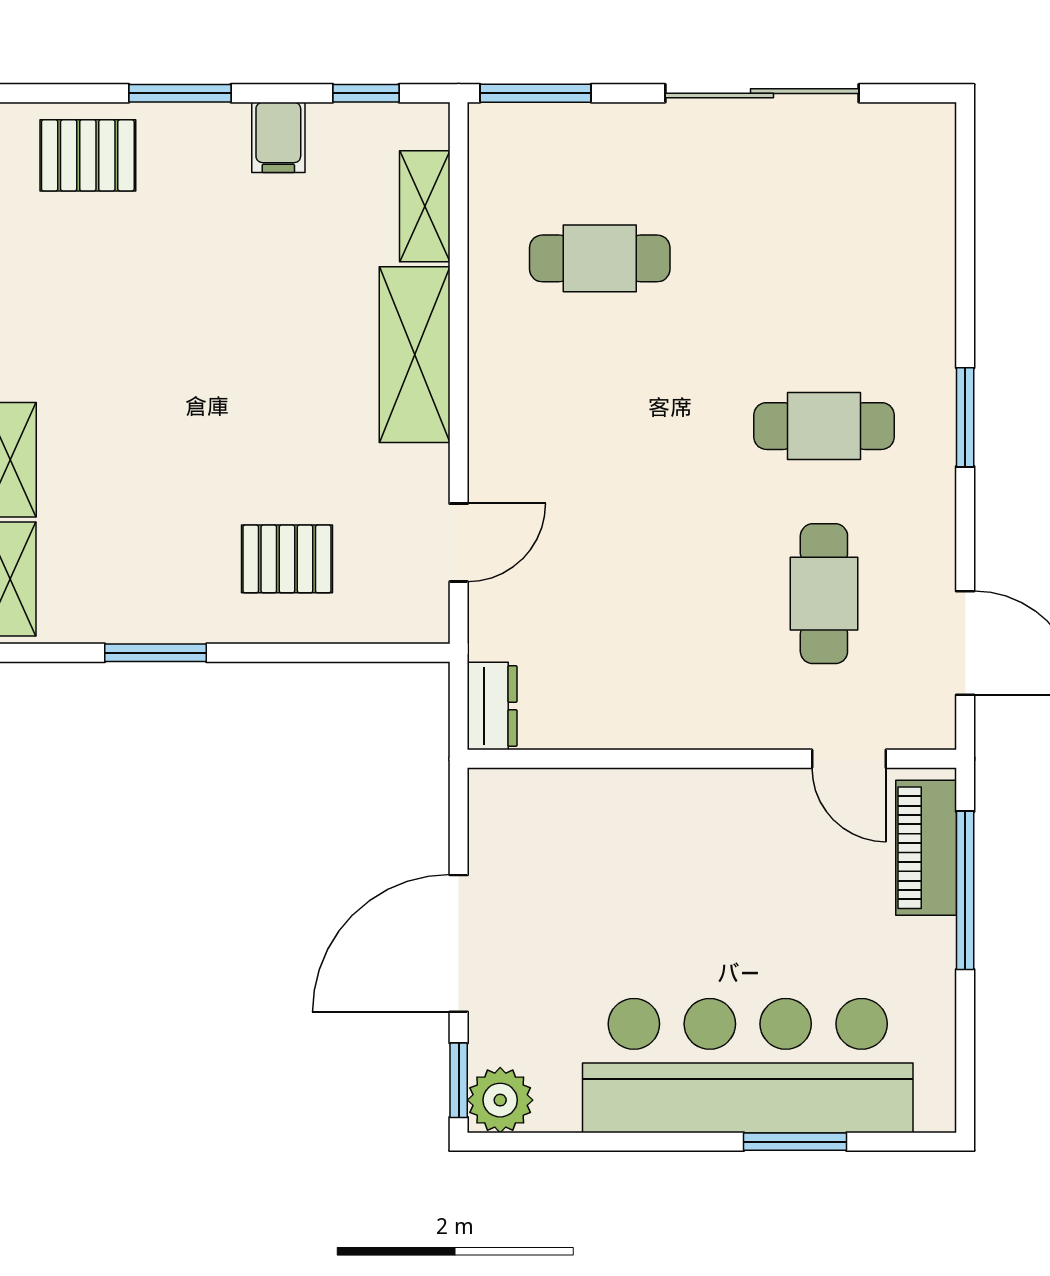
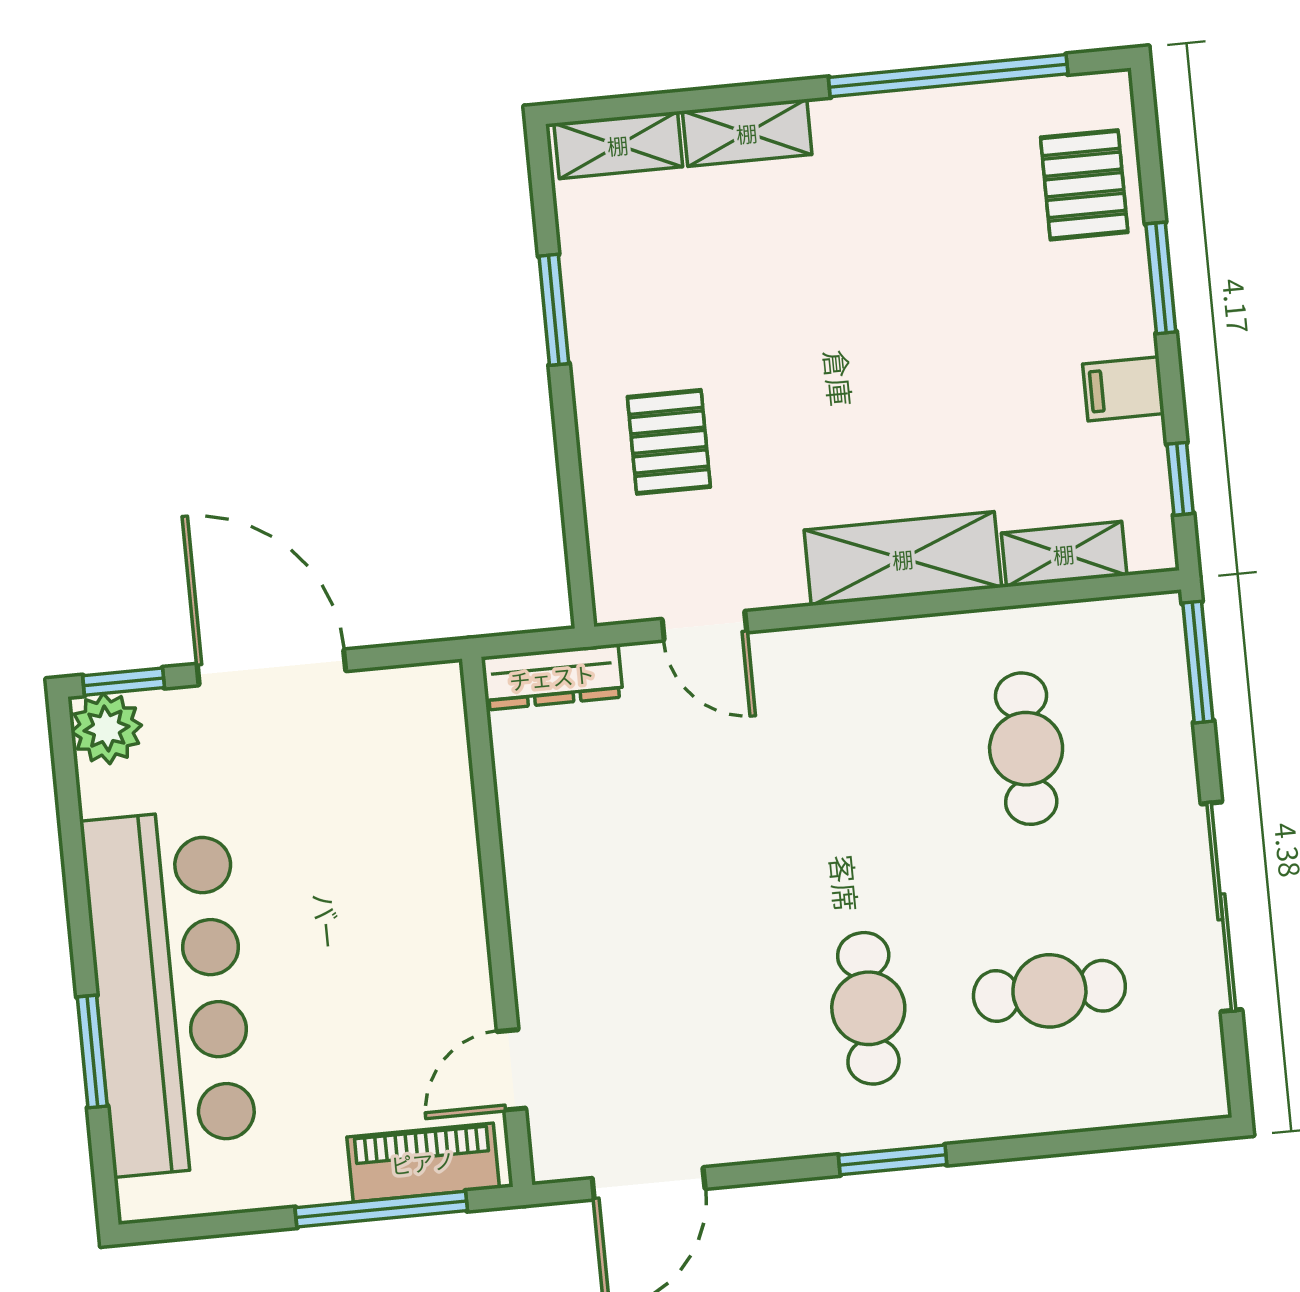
cafe table: (824, 594) -> (1049, 991), moved
dresser: (492, 706) -> (552, 677), width x1.44

